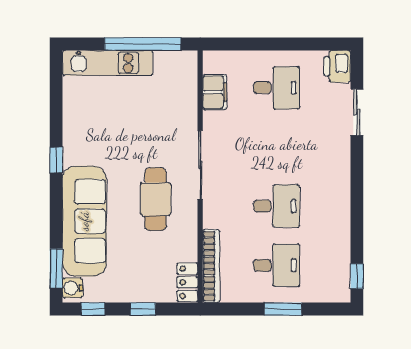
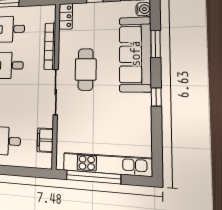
kitchen unit: (108, 63) -> (107, 164), width x1.36
bookcase: (211, 266) -> (50, 46), moved
window: (56, 268) -> (156, 44), moved

